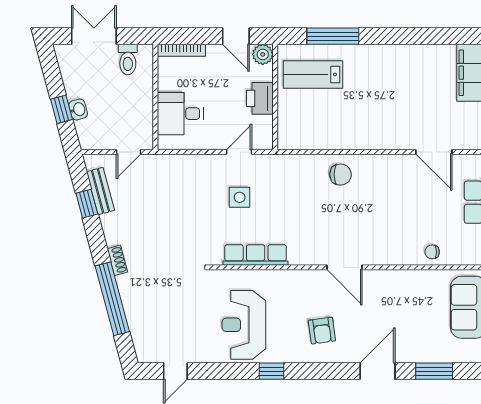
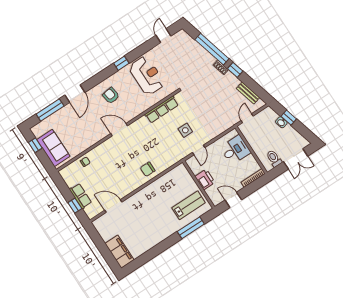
plant: (263, 54) -> (216, 200), removed
window: (87, 204) -> (235, 70), moved
window: (434, 371) -> (50, 110), width x1.44

